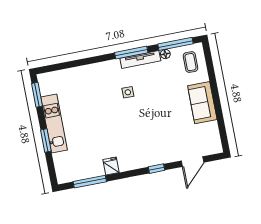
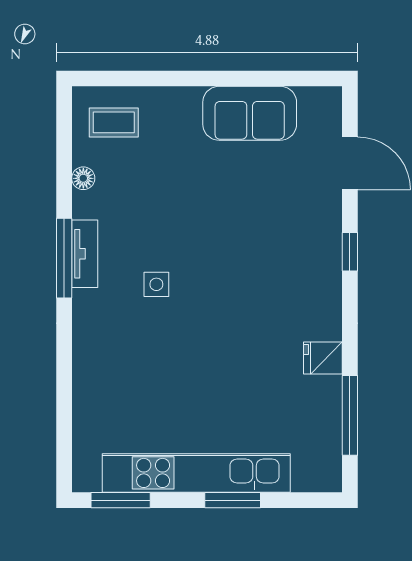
window: (176, 44) -> (64, 150), removed
tv unit: (140, 60) -> (85, 254), width x0.71
sofa: (202, 103) -> (250, 113), moved
kitchen unit: (54, 124) -> (196, 473), width x1.36

